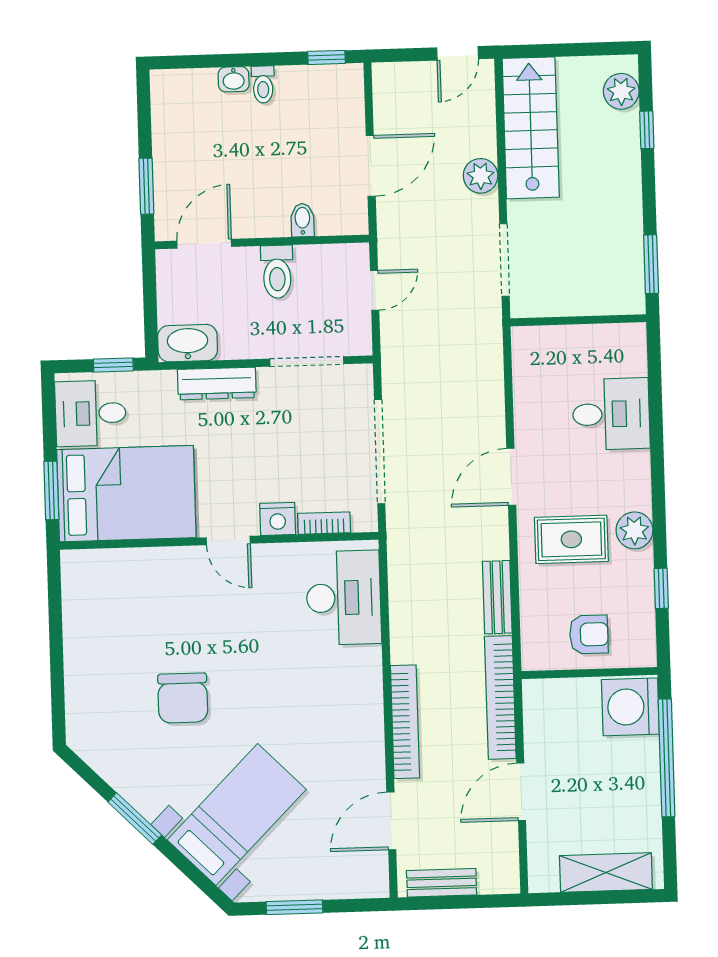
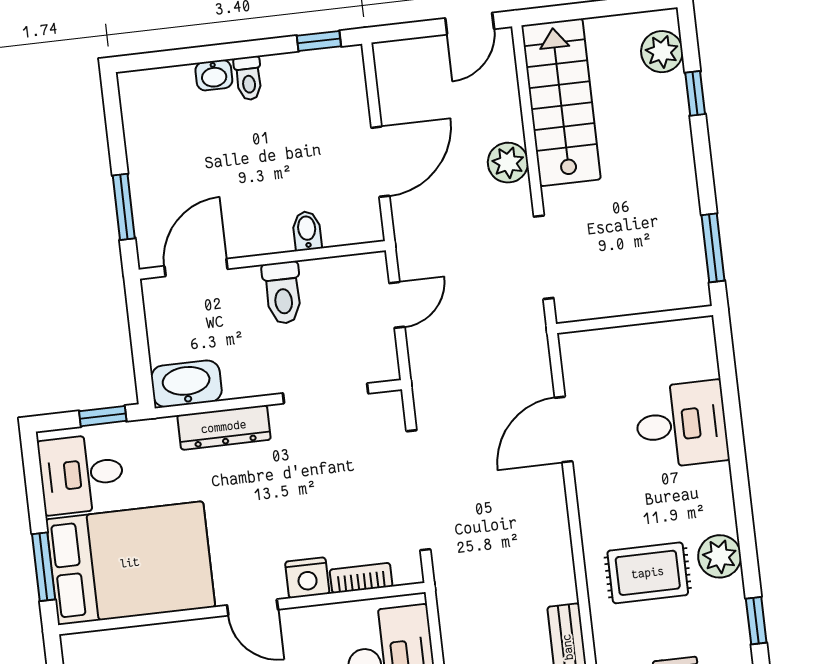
door: (511, 477) -> (564, 430), moved

